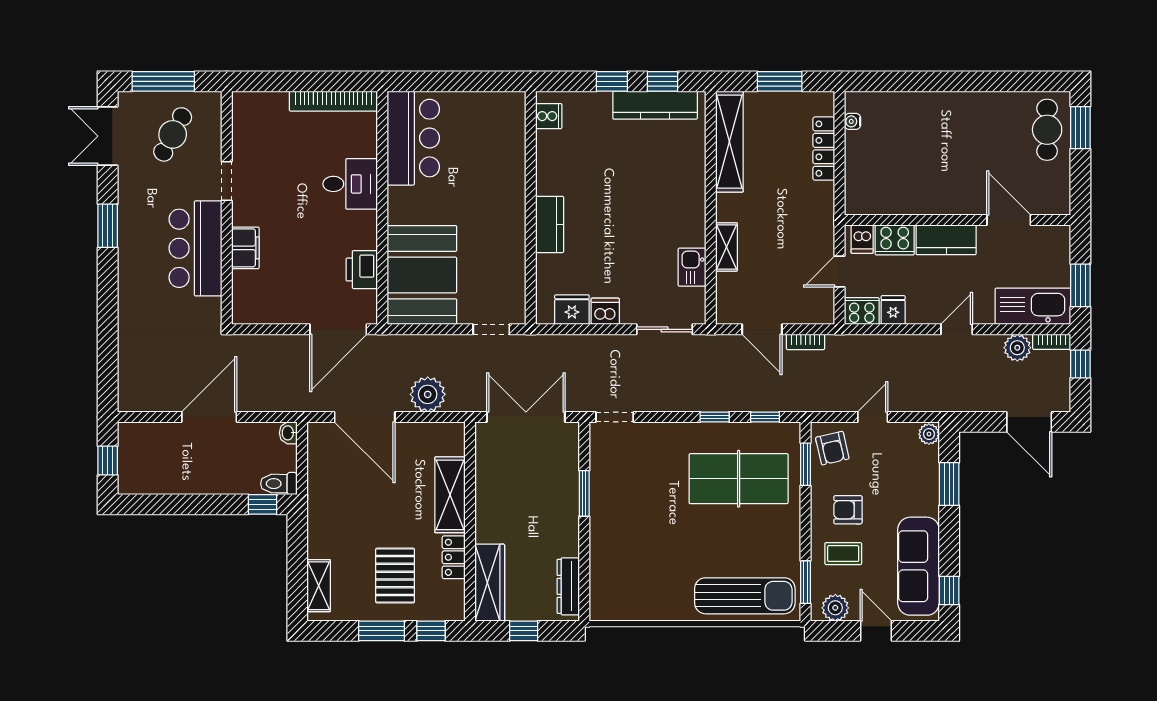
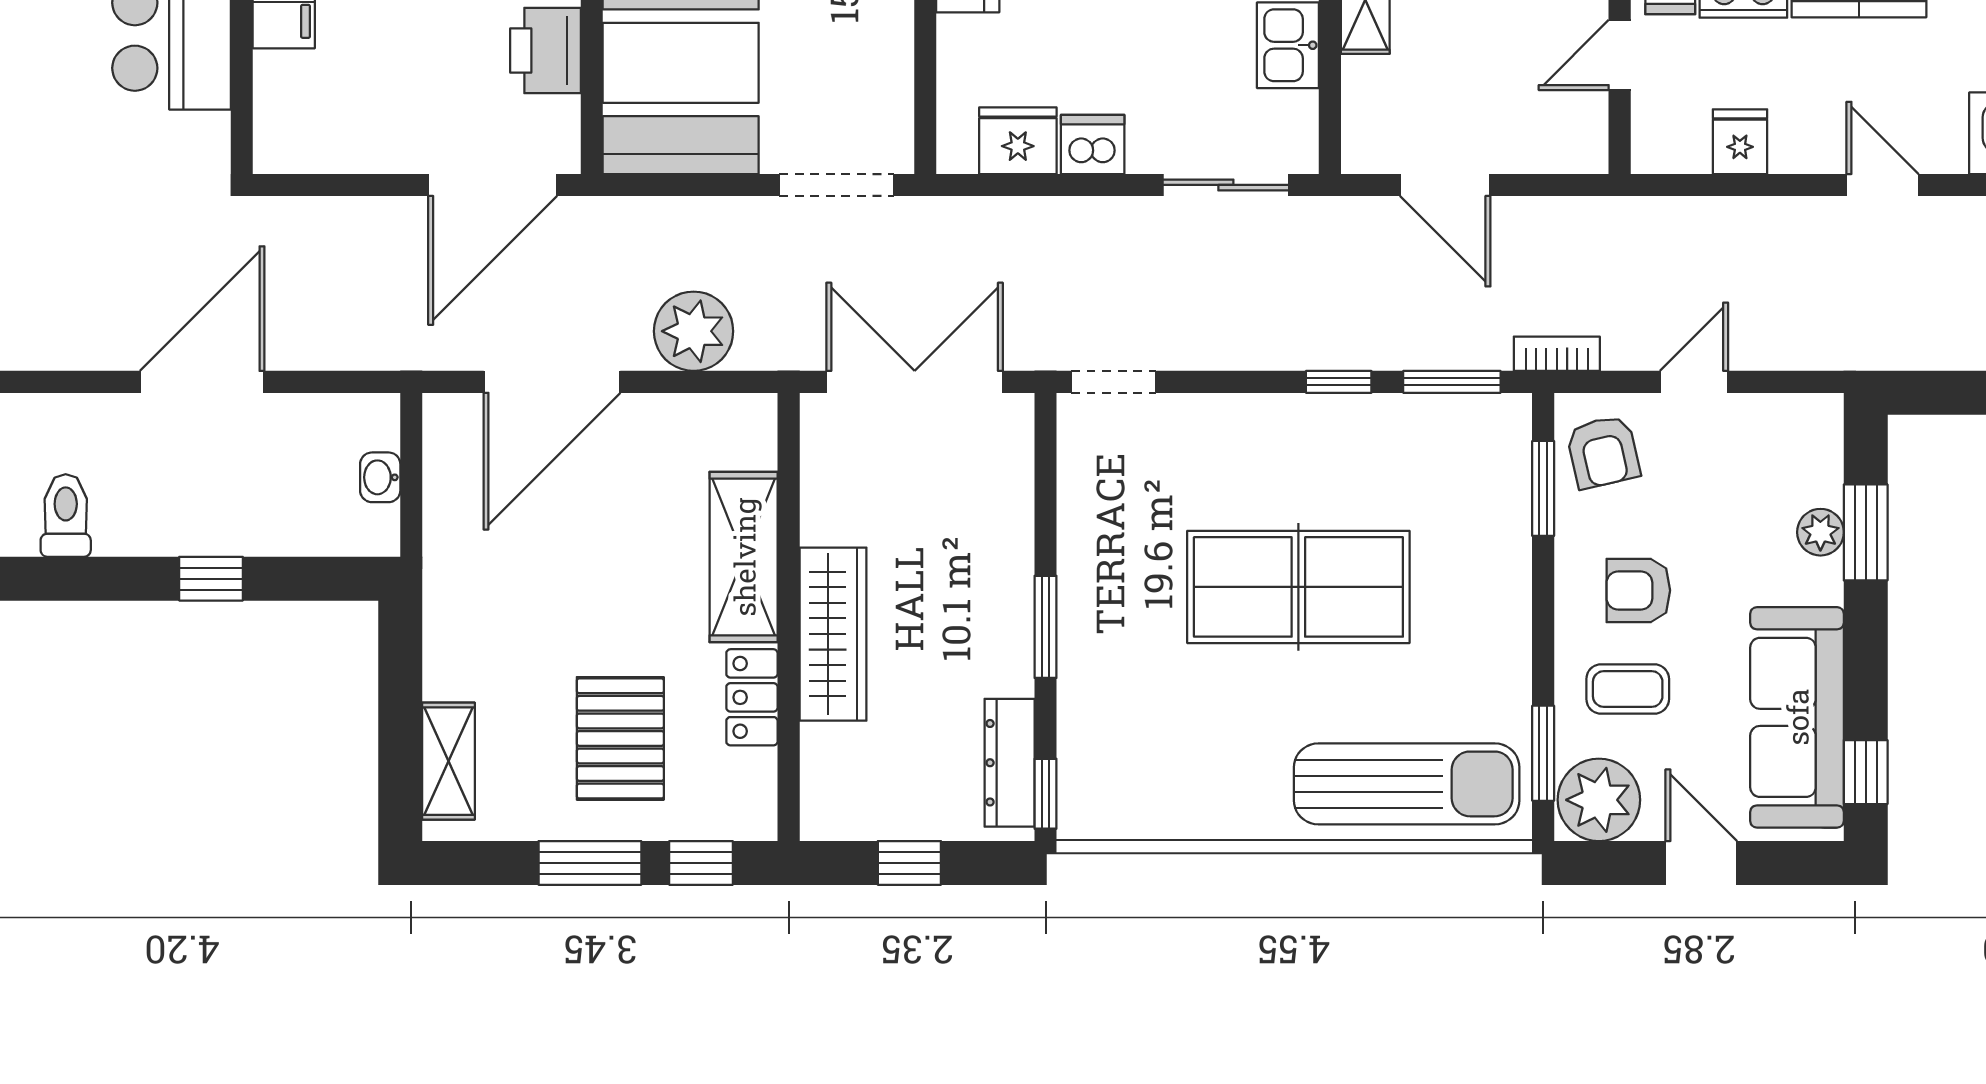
cooker: (862, 311) -> (1669, 144), removed
doorway: (491, 329) -> (837, 185), width x1.38
door: (957, 329) -> (1883, 185), hinge flipped
bookcase: (805, 342) -> (1557, 354), moved, turned 180
door: (365, 417) -> (552, 382), hinge flipped
window: (765, 417) -> (1452, 382), width x1.50
washbasin: (288, 433) -> (380, 477), moved
plant: (929, 434) -> (1820, 532), moved
table tennis table: (739, 479) -> (1298, 587), moved
toilet: (279, 484) -> (66, 516), moved, turned 90
window: (584, 493) -> (1046, 627), moved
window: (263, 504) -> (211, 579), moved
wardrobe: (490, 583) -> (833, 634), moved
window: (584, 600) -> (1046, 794), added
plant: (835, 608) -> (1599, 800), width x1.36, depth x1.36

